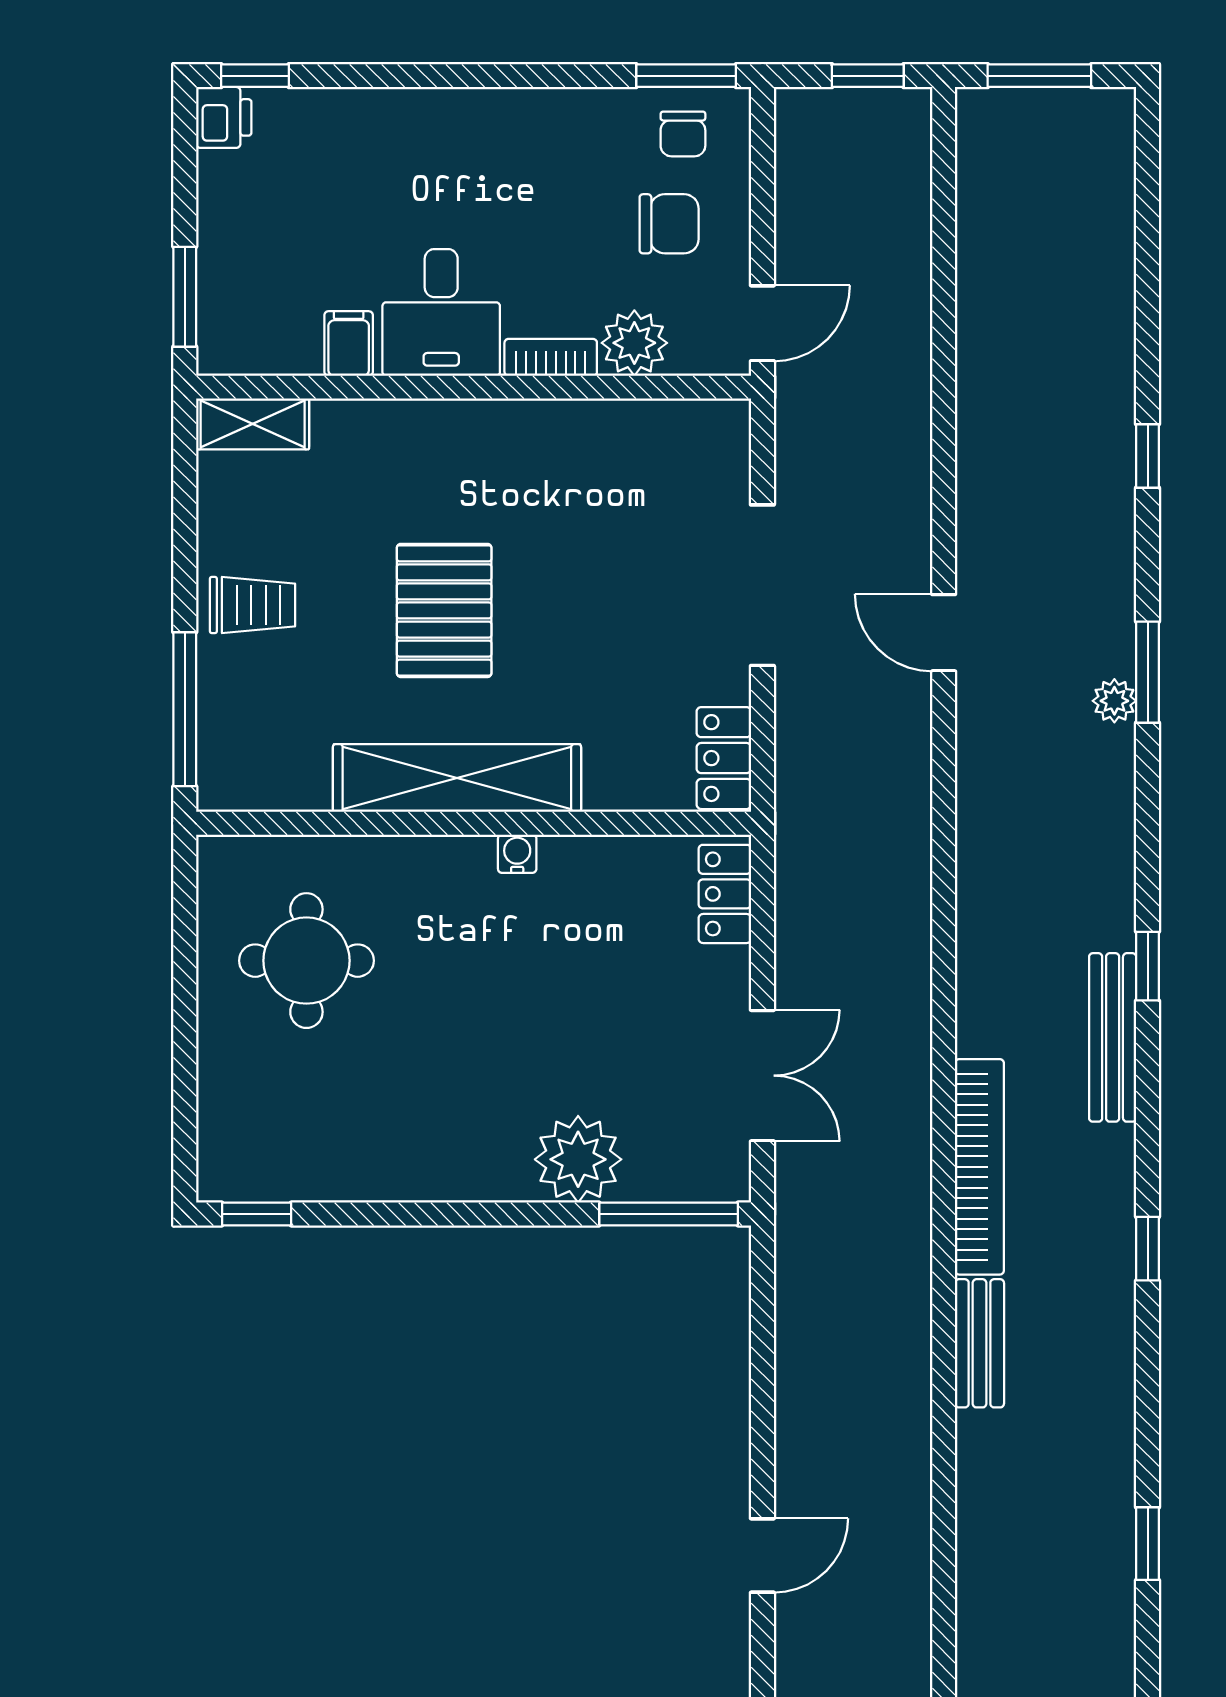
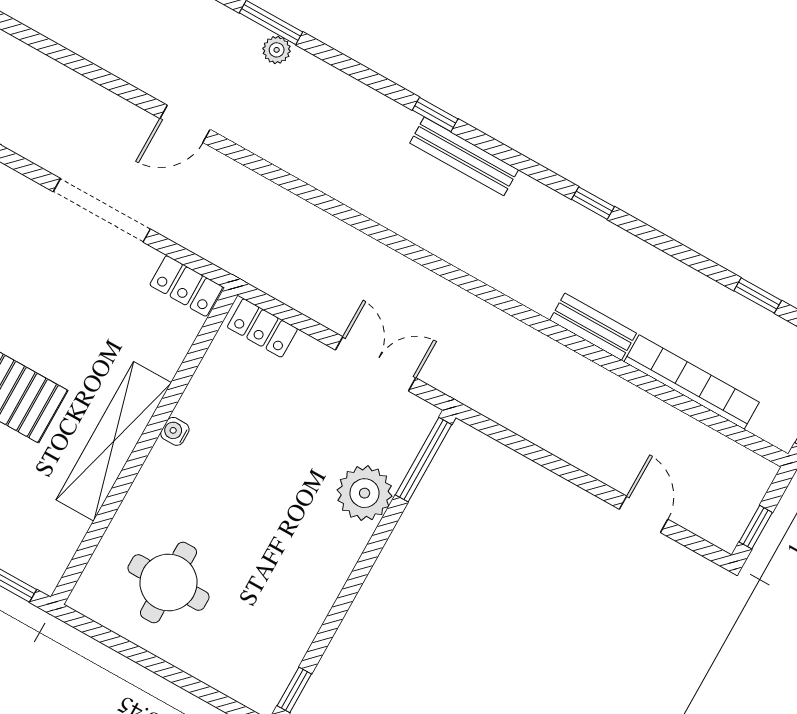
bookcase: (979, 1167) -> (692, 382), moved

